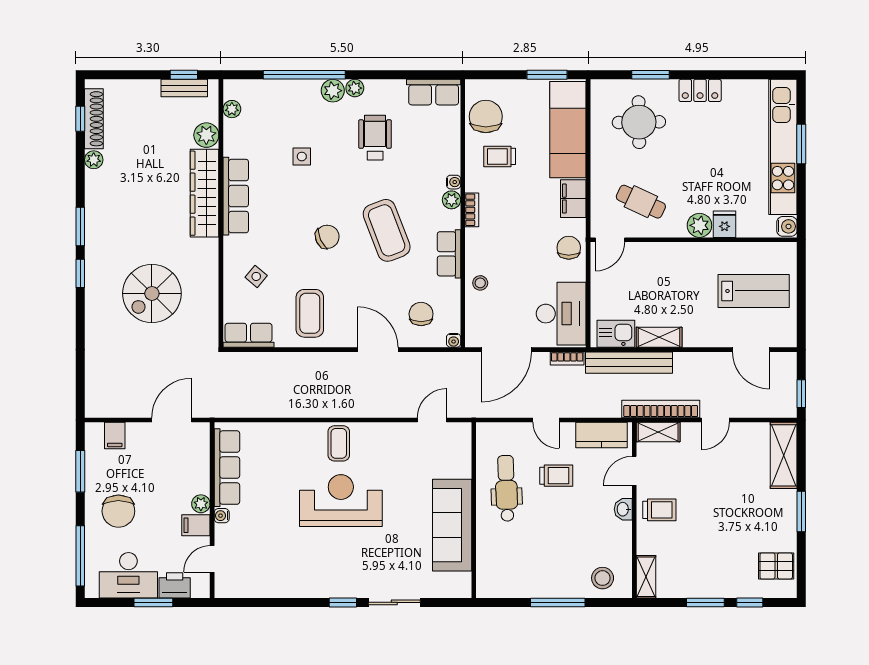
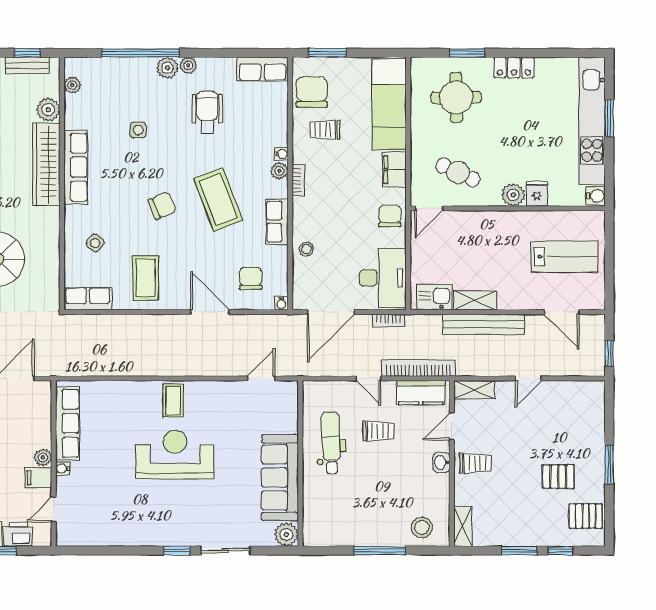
window: (547, 75) -> (327, 53), moved
bench: (629, 363) -> (483, 324), moved
bookcase: (661, 409) -> (419, 368), moved
shelving: (784, 455) -> (593, 412), removed
pallet: (747, 524) -> (558, 477), added
plant: (459, 585) -> (286, 534), added

